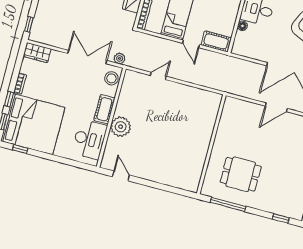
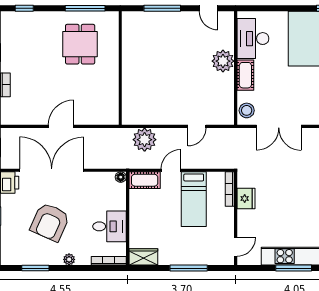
floor lamp: (242, 26) -> (121, 177), moved
door: (191, 44) -> (171, 170), hinge flipped
plant: (120, 58) -> (145, 140), moved, width x1.88, depth x1.88
dining table: (241, 174) -> (80, 44), turned 90
window: (161, 187) -> (162, 8), added

